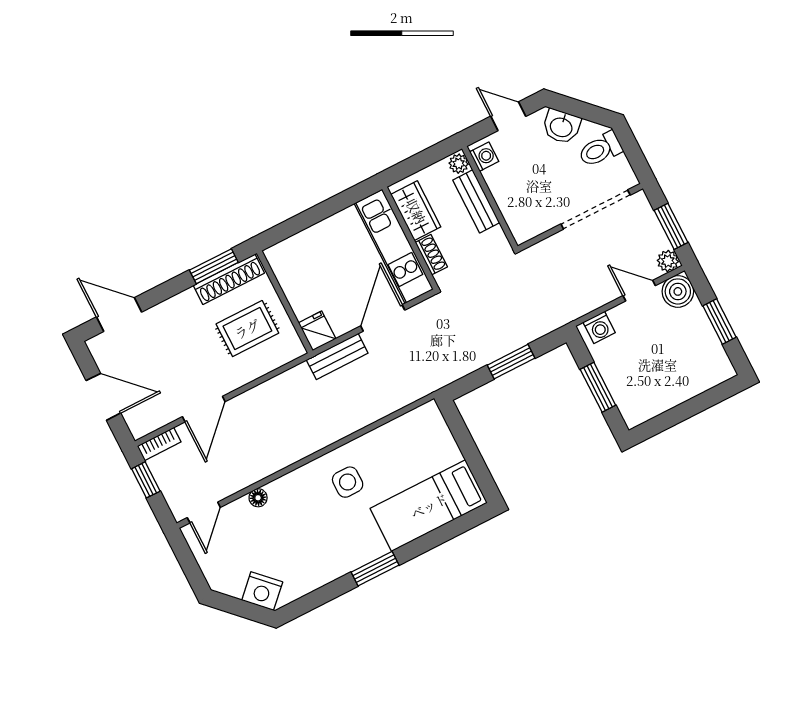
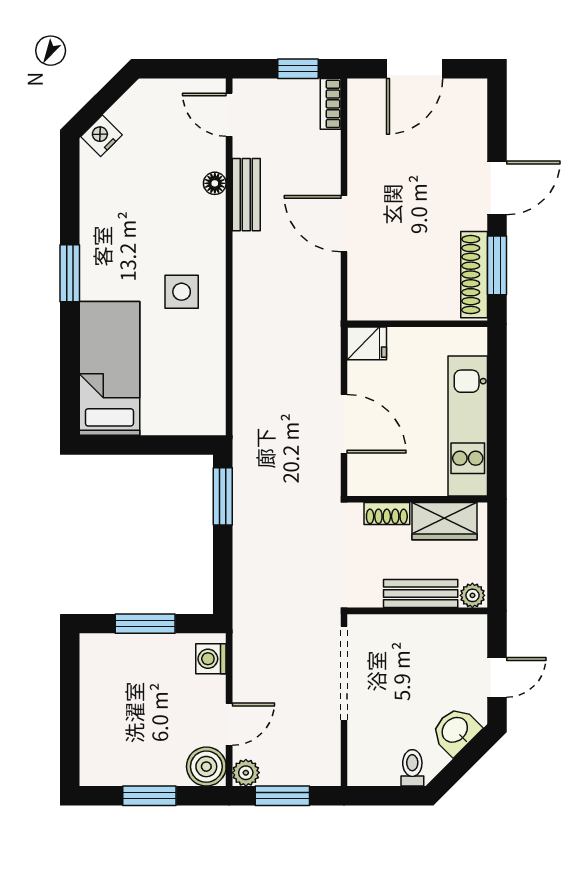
toilet: (600, 149) -> (412, 768), width x0.73, depth x0.72
washing machine: (484, 157) -> (466, 628), removed
doorway: (596, 210) -> (344, 673), moved
kitchen unit: (394, 246) -> (468, 426), moved, turned -90
door: (119, 315) -> (497, 188), moved
rug: (247, 329) -> (409, 267), removed
bench: (337, 357) -> (246, 195), moved
window: (511, 362) -> (223, 496), moved
door: (204, 409) -> (344, 224), moved
nightstand: (262, 591) -> (102, 136), width x0.74, depth x0.75

